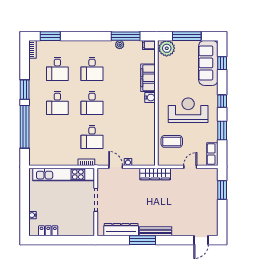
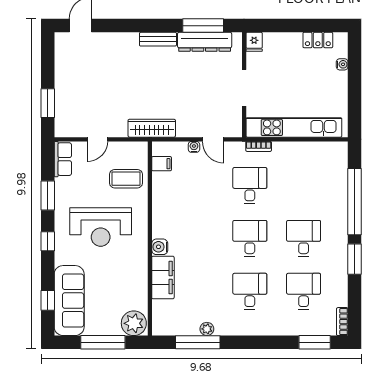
filing cabinet: (149, 45) -> (162, 164), moved
fridge: (89, 230) -> (254, 42), added
bench: (156, 231) -> (158, 39), width x0.73
window: (142, 240) -> (203, 26), moved

